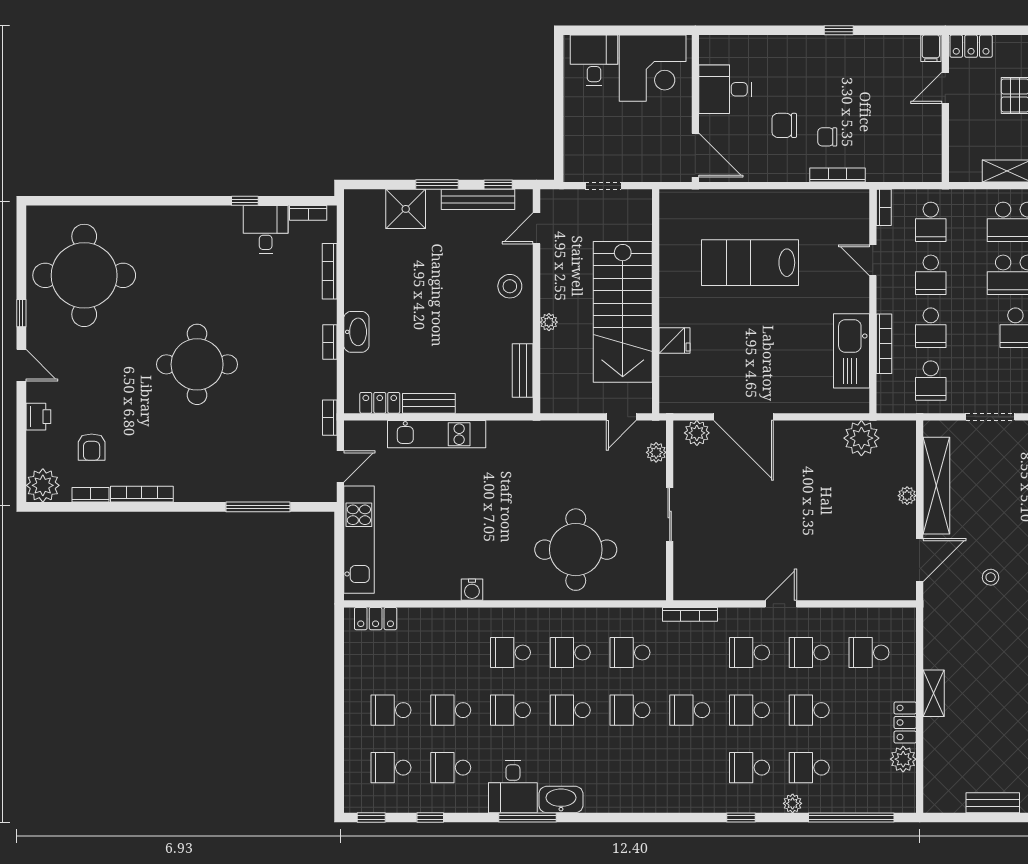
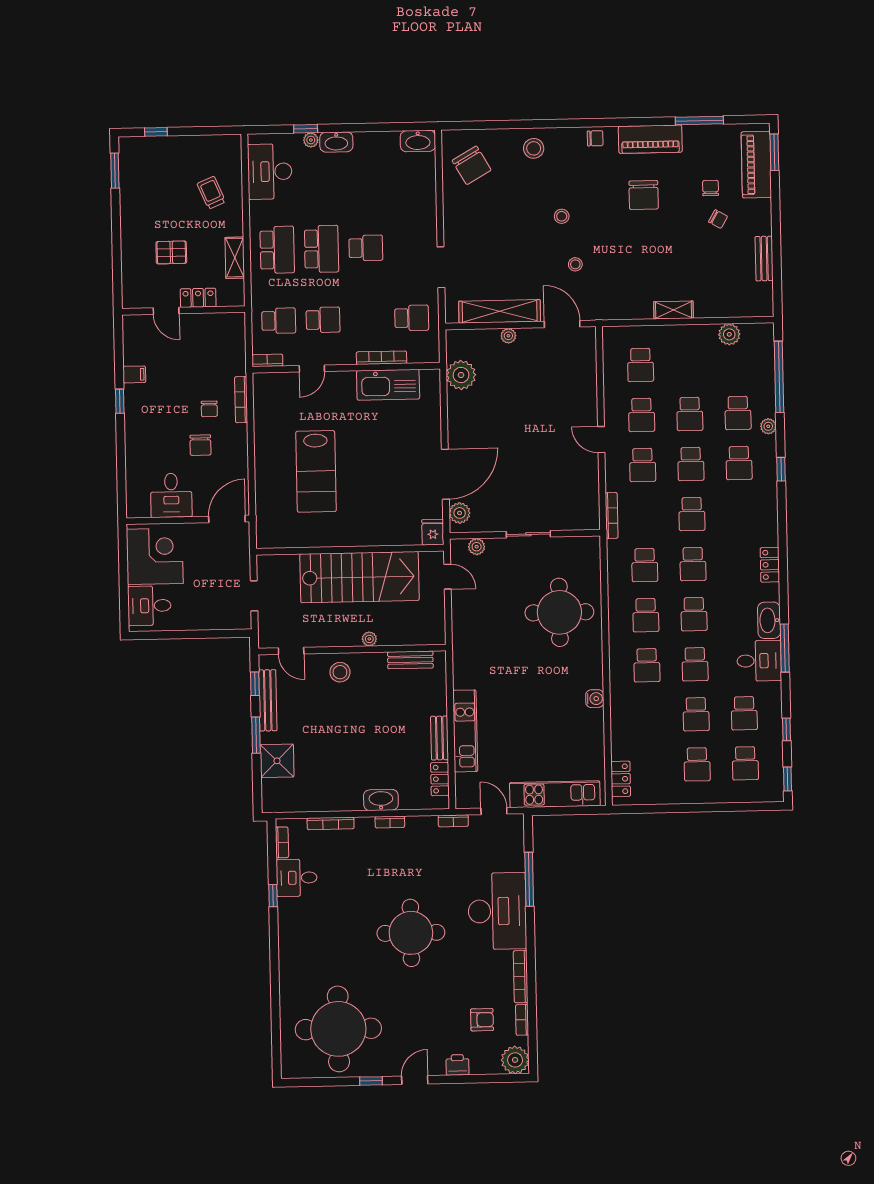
locker: (971, 46) -> (198, 298), moved, turned -90
filing cabinet: (931, 48) -> (134, 374), moved
school desk: (931, 328) -> (367, 319), removed
fridge: (674, 340) -> (433, 532), moved
desk: (221, 468) -> (497, 911), added
locker: (905, 722) -> (770, 565), moved, turned 90

